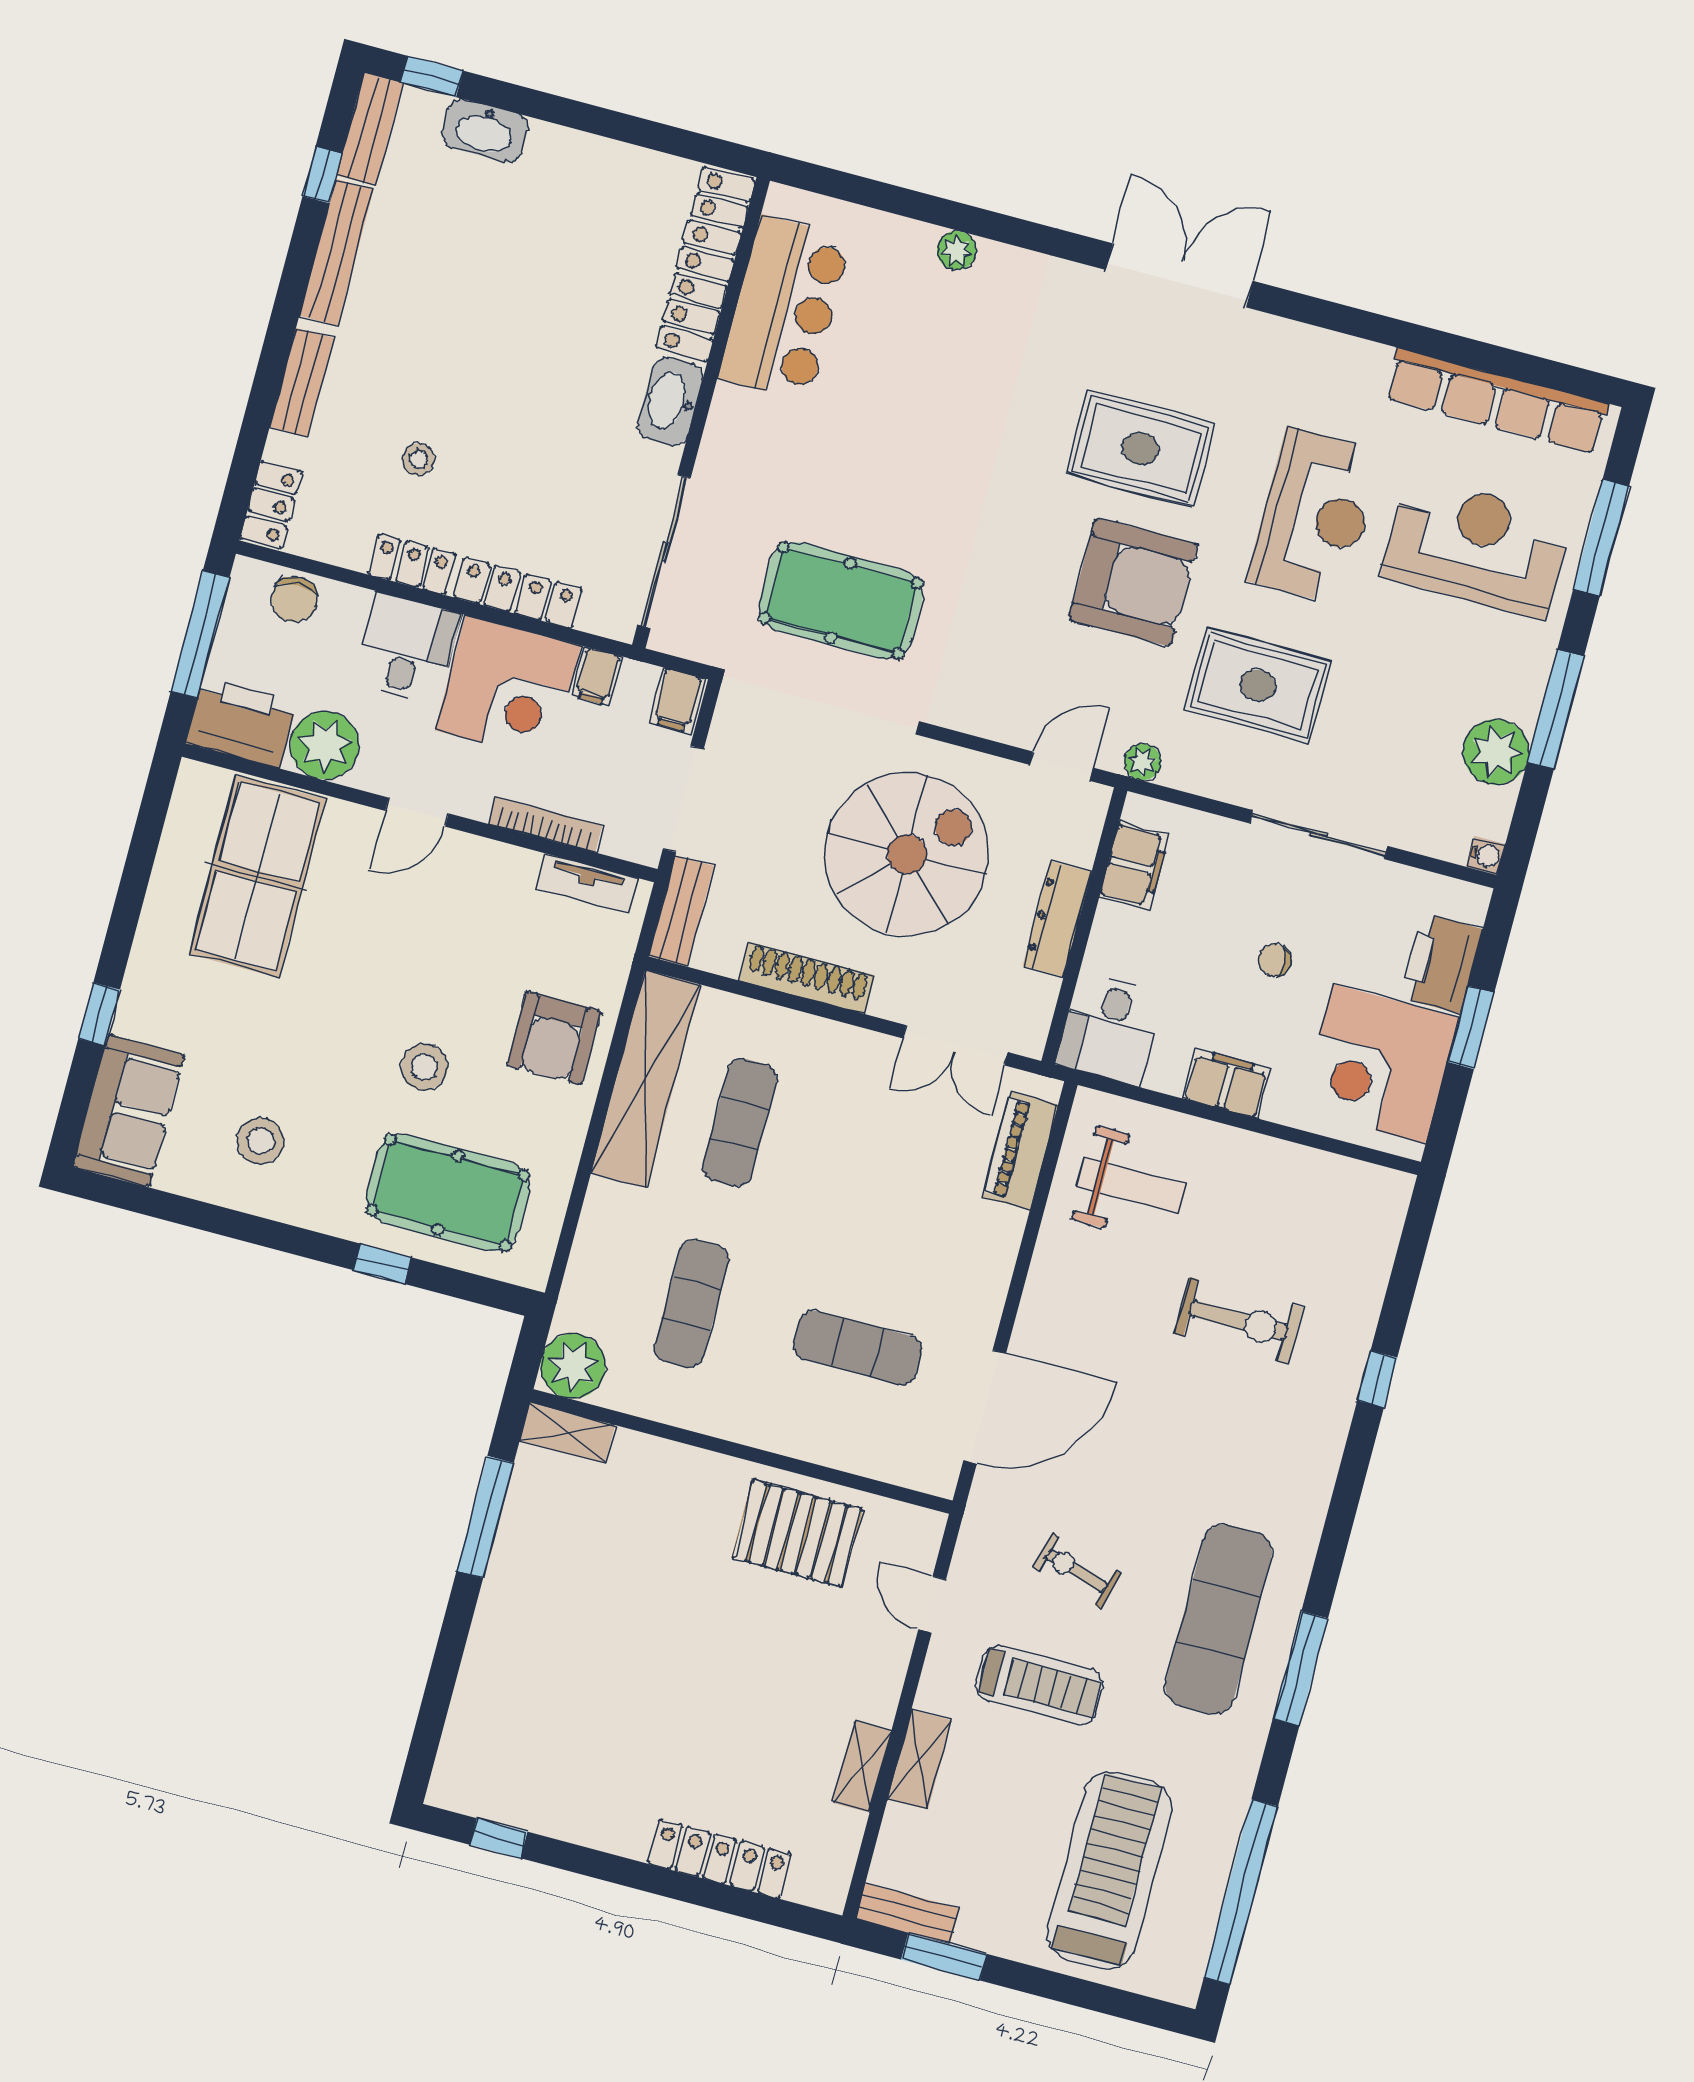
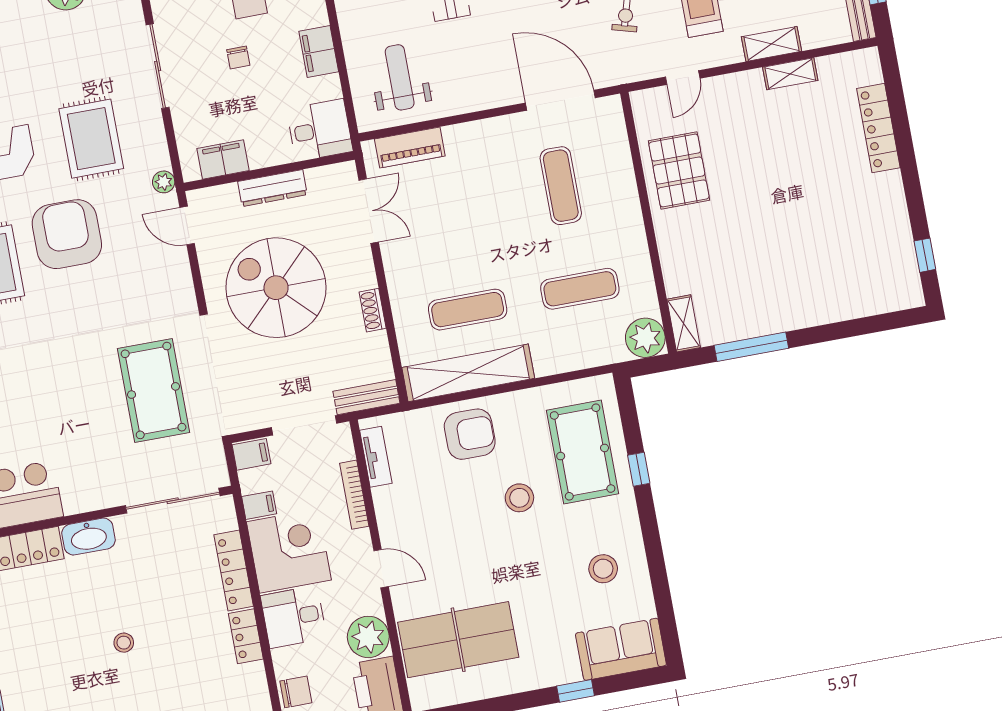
stool: (419, 459) -> (124, 643), moved
shoe rack: (807, 978) -> (373, 310), width x0.51, depth x0.81

